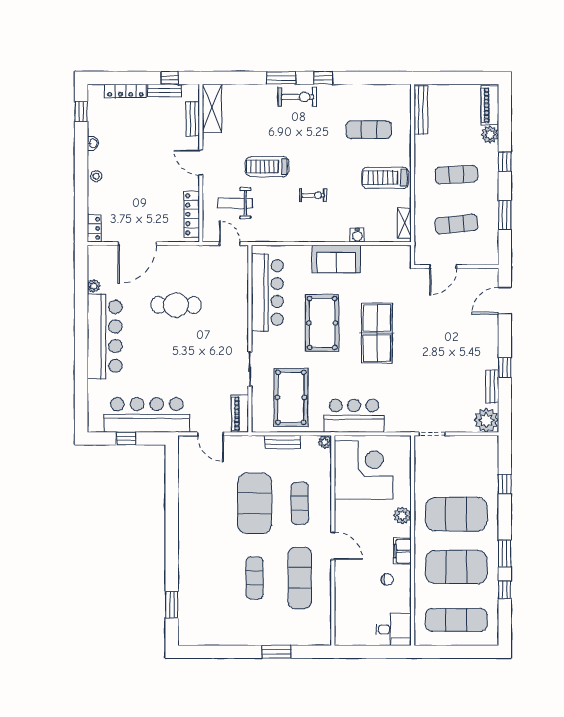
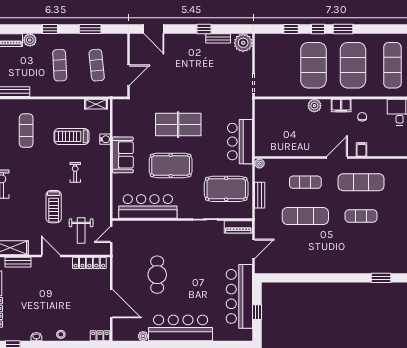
door: (201, 163) -> (51, 256), swing flipped
treadmill: (385, 178) -> (72, 136), moved, turned 90
door: (443, 267) -> (129, 75), hinge flipped
corner desk: (364, 470) -> (281, 134), removed
exercise mat: (255, 503) -> (305, 216), width x0.68
filing cabinet: (344, 578) -> (361, 149), added
window: (505, 590) -> (318, 29), moved

